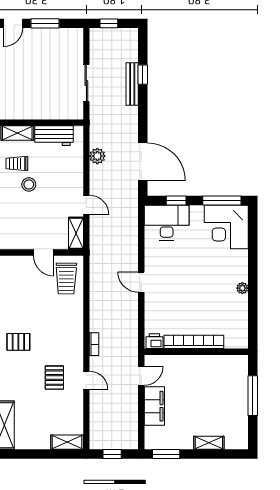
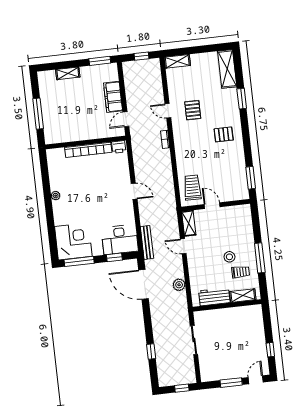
bench: (132, 84) -> (147, 242), moved

